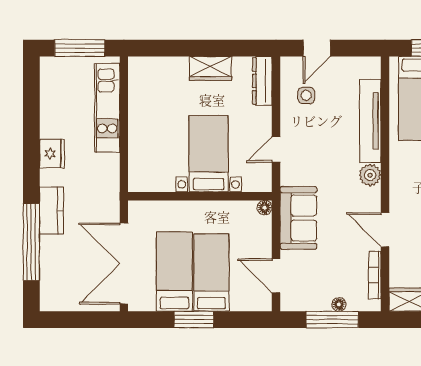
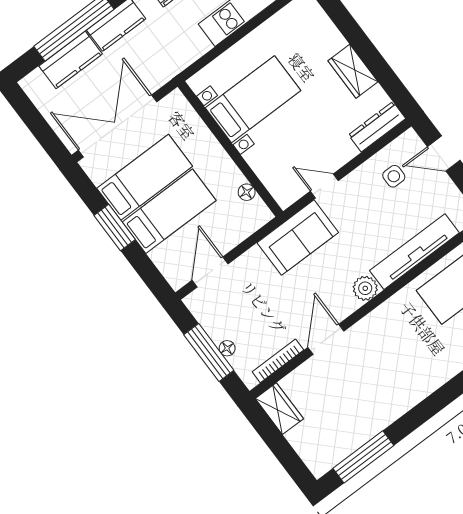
bed with nightstands: (209, 154) -> (253, 99), moved
floor lamp: (265, 208) -> (247, 192), moved
sofa: (298, 218) -> (298, 238), moved
kitchen counter: (52, 262) -> (71, 60), added

